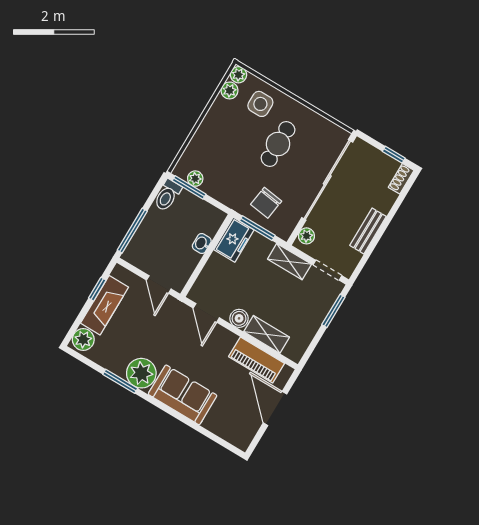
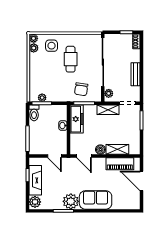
freezer: (234, 240) -> (77, 119), width x1.40

